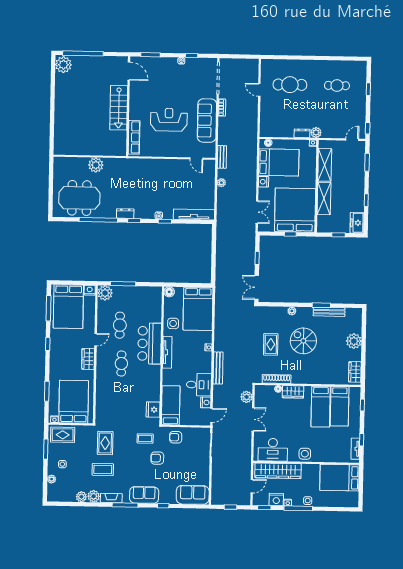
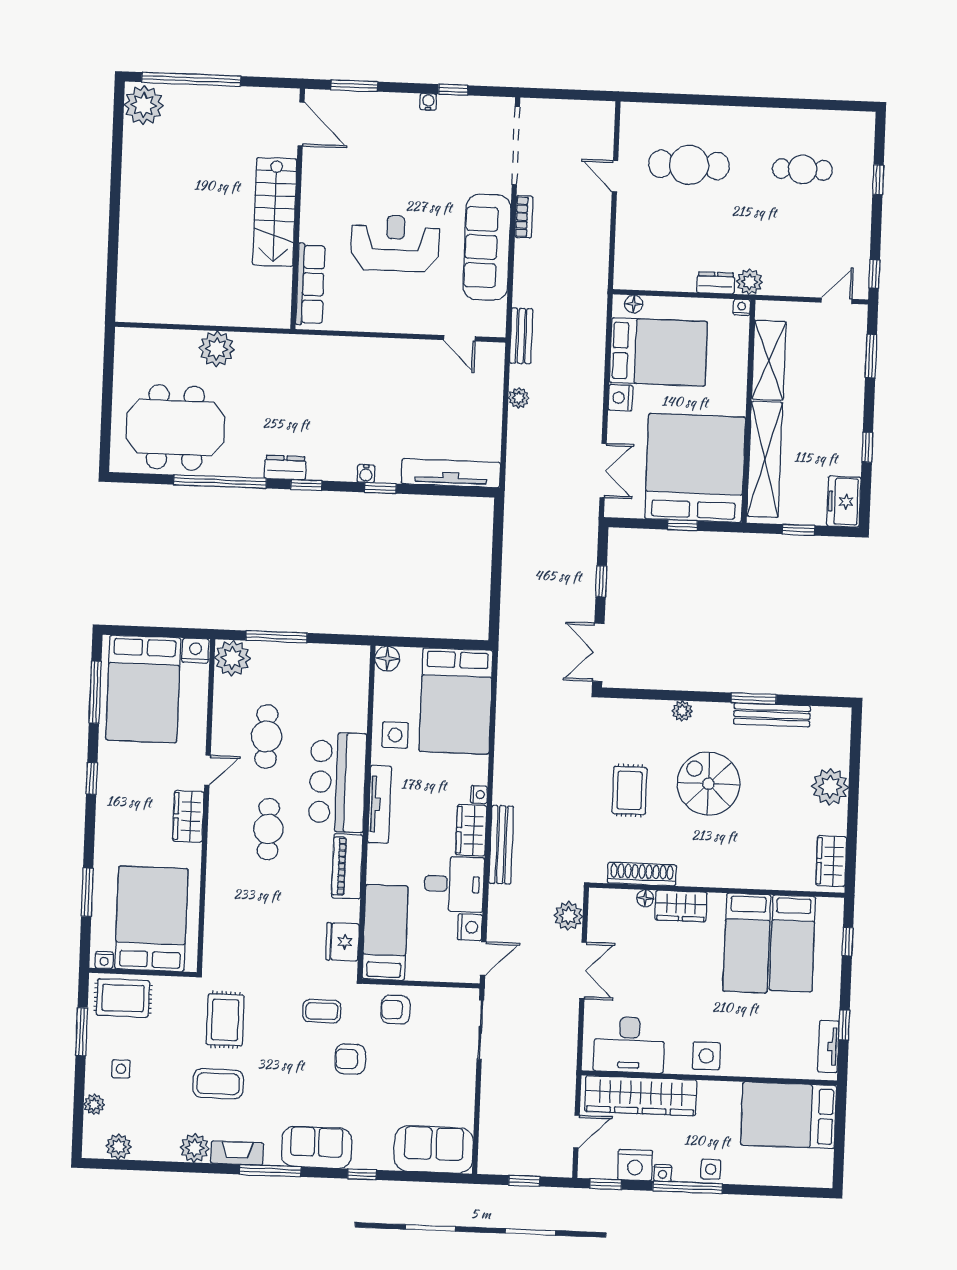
shelving: (324, 198) -> (765, 459), width x1.47
wardrobe: (205, 362) -> (471, 830), added
piano: (154, 378) -> (347, 866), added
plant: (81, 497) -> (118, 1147), moved

